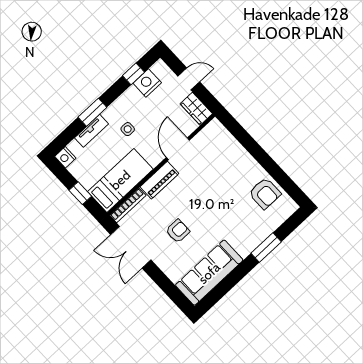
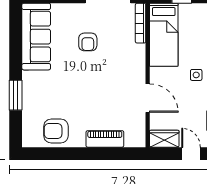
door: (189, 79) -> (191, 154), swing flipped
piano: (159, 180) -> (105, 139), moved, turned 90

